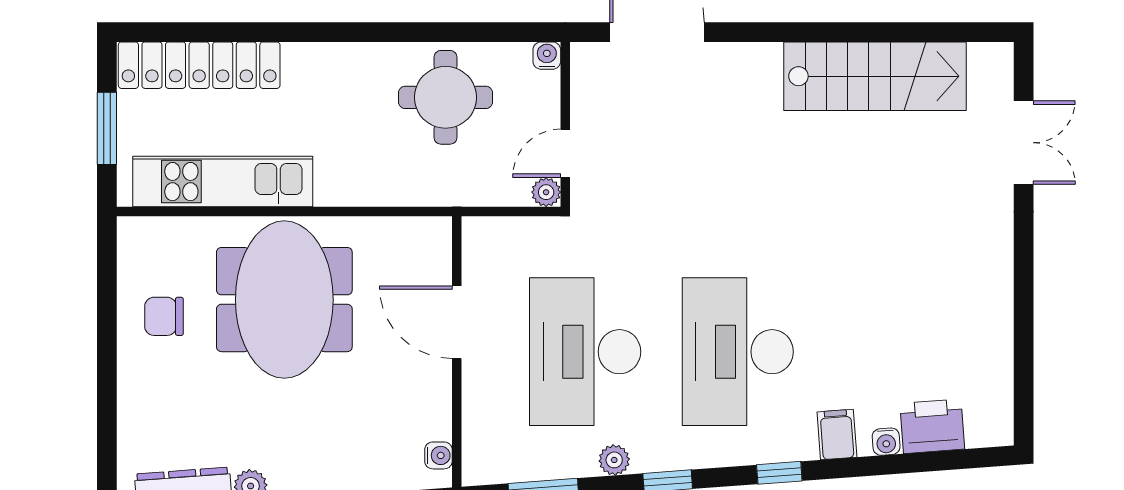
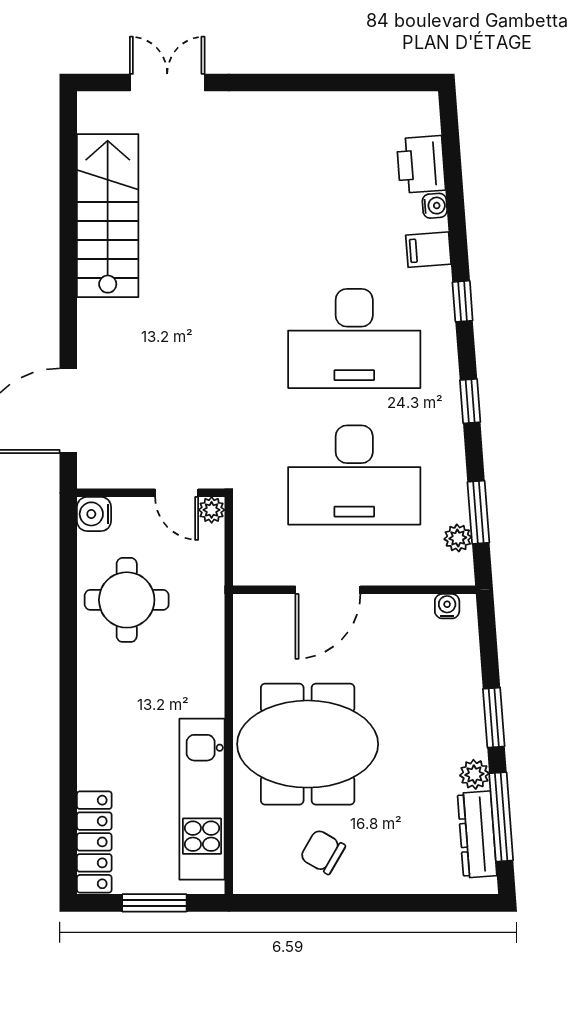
water cooler: (547, 56) -> (94, 514), width x1.38, depth x1.38
locker: (199, 65) -> (94, 842), width x0.71, depth x0.83
chair: (164, 316) -> (323, 852), turned 120
plant: (614, 460) -> (458, 538), moved

